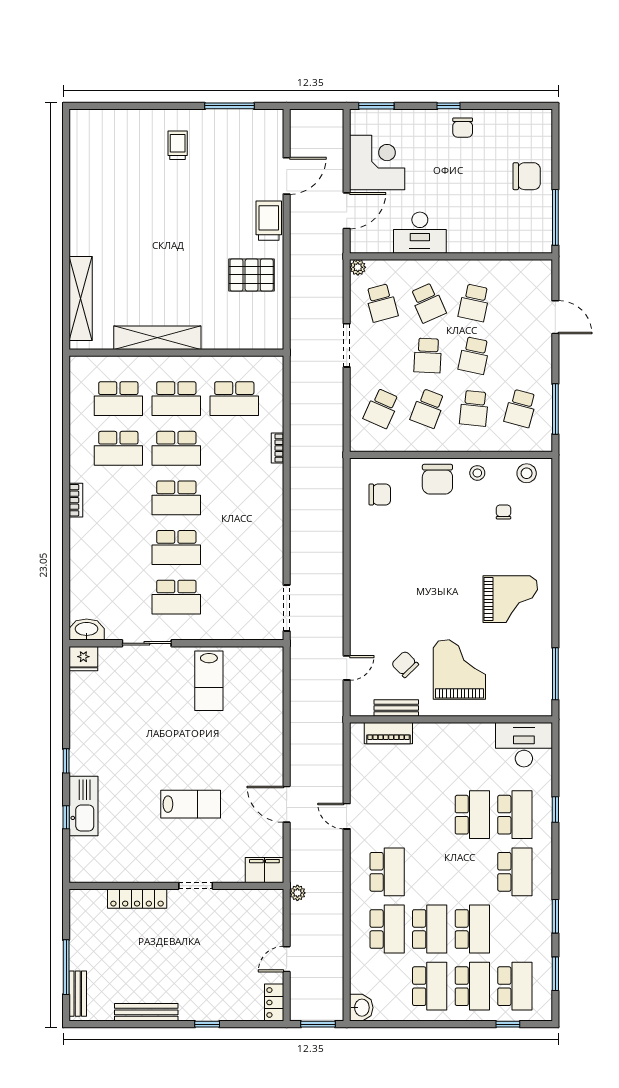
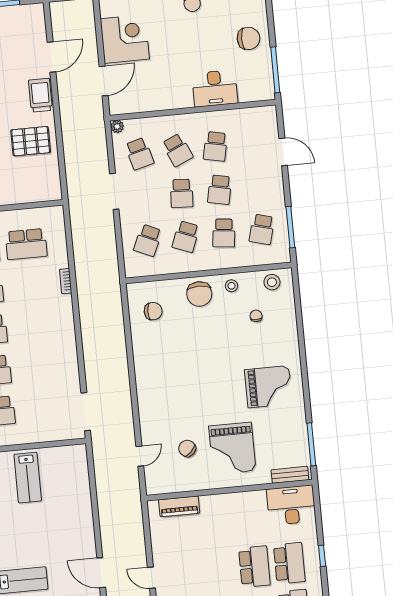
desk: (420, 233) -> (215, 88), moved
grand piano: (459, 669) -> (232, 448), turned 180
bench: (396, 708) -> (290, 475), moved

